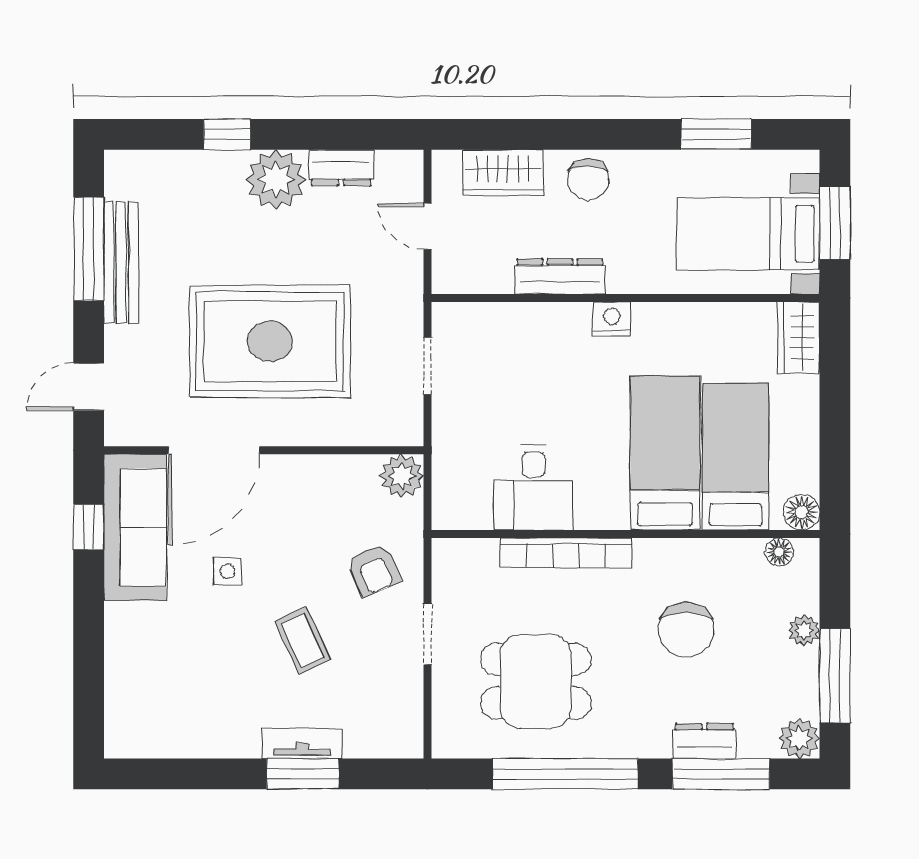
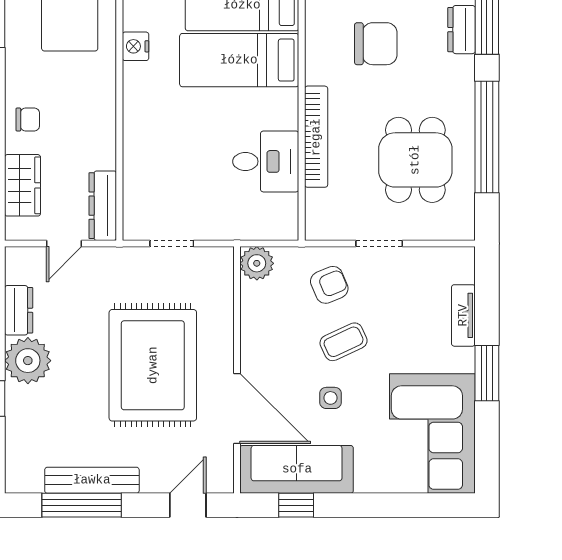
chair: (588, 179) -> (28, 119), width x0.73, depth x0.73
dresser: (560, 277) -> (103, 206), moved
nightstand: (612, 319) -> (136, 46), moved
door: (89, 387) -> (188, 505), swing flipped
coffee table: (303, 640) -> (344, 342), moved
corner sofa: (181, 703) -> (432, 434), added
tv unit: (302, 743) -> (463, 315), moved
window: (303, 774) -> (487, 373), moved

